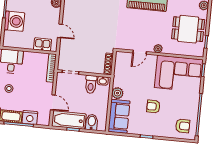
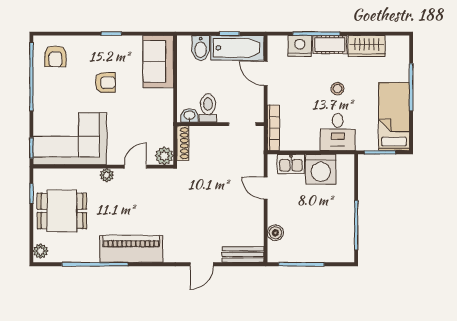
washing machine: (14, 21) -> (321, 169), moved, turned -90
plant: (117, 93) -> (164, 156), moved
armchair: (183, 126) -> (55, 56), turned -91

